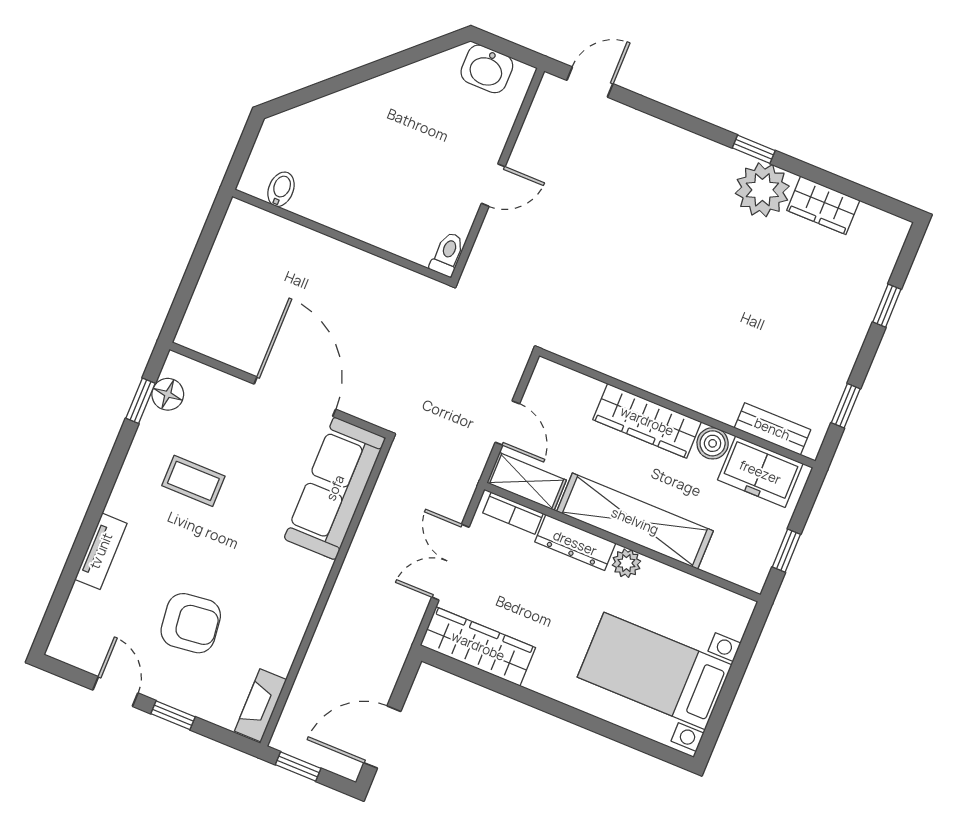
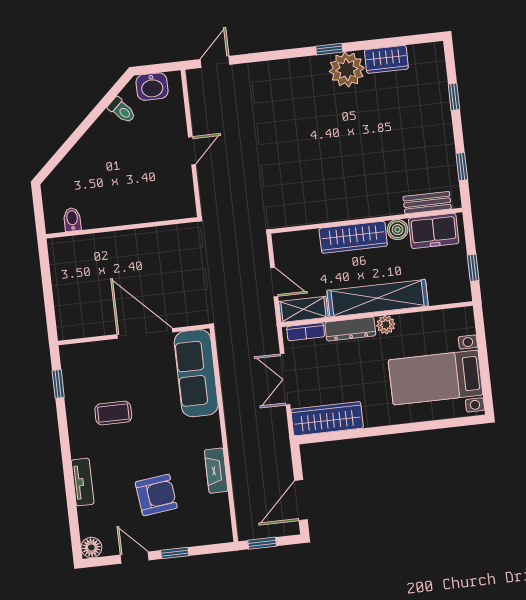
toilet: (447, 254) -> (122, 110), moved, turned 137
floor lamp: (168, 394) -> (91, 547), moved
fireplace: (261, 705) -> (216, 471), moved

